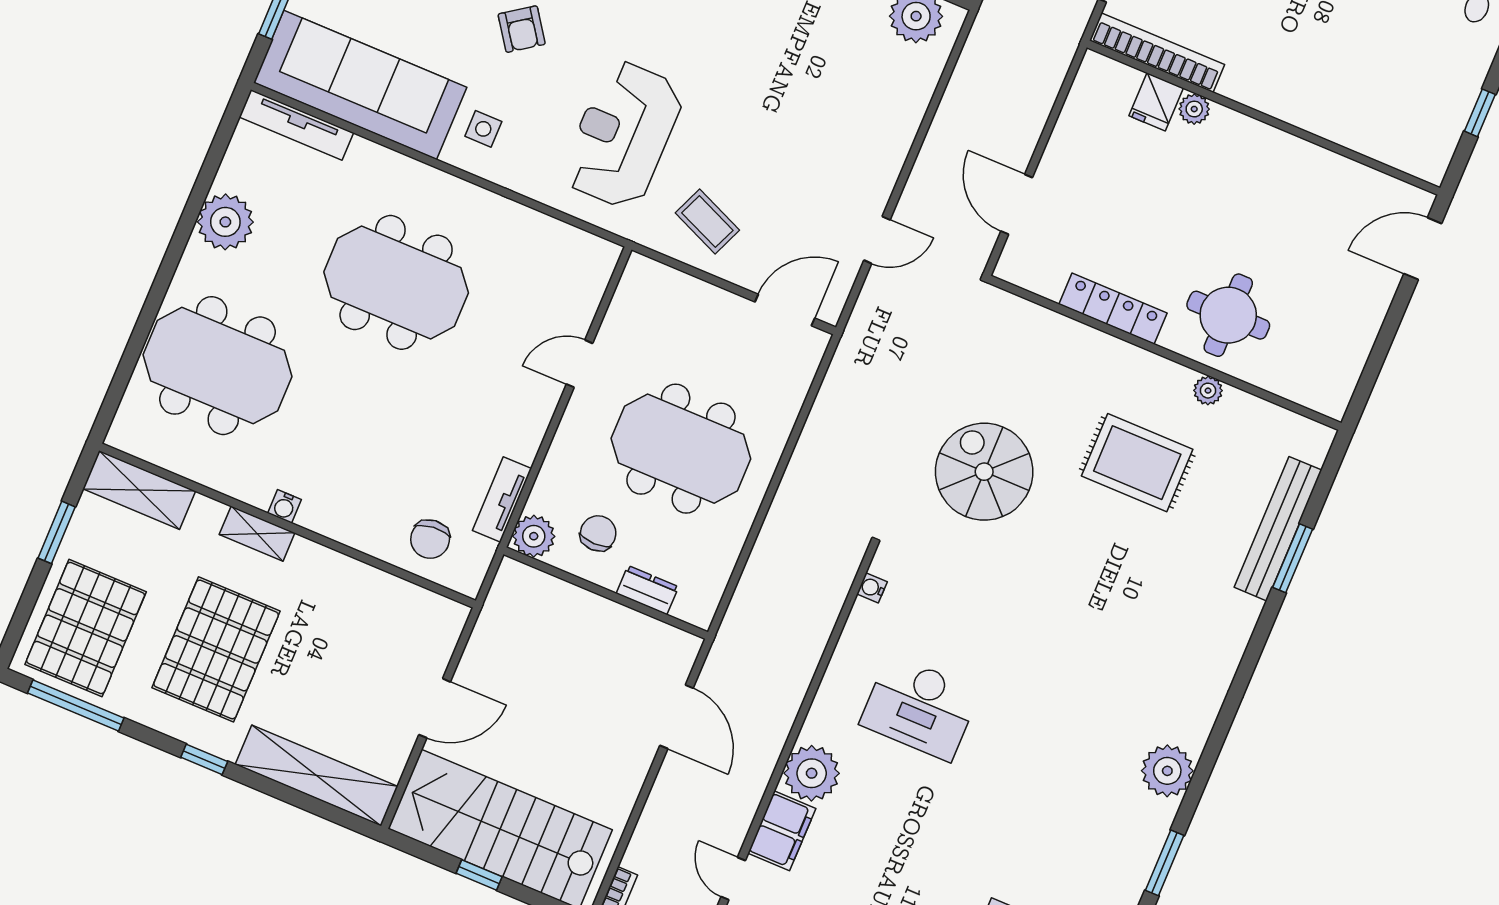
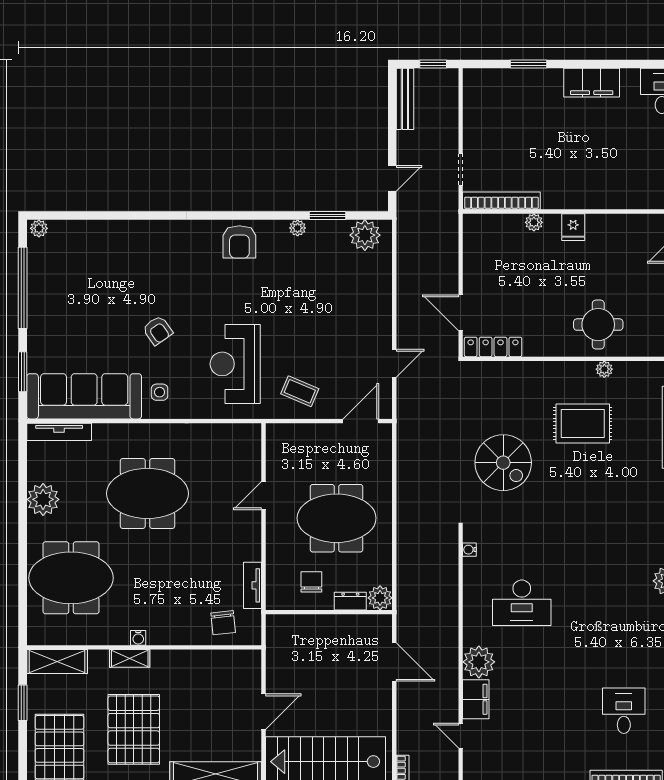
fridge: (1156, 102) -> (573, 227), moved
locker: (1113, 309) -> (493, 347), moved
spiral stairs: (984, 472) -> (503, 463), turned 180
plant: (534, 536) -> (380, 598), moved

